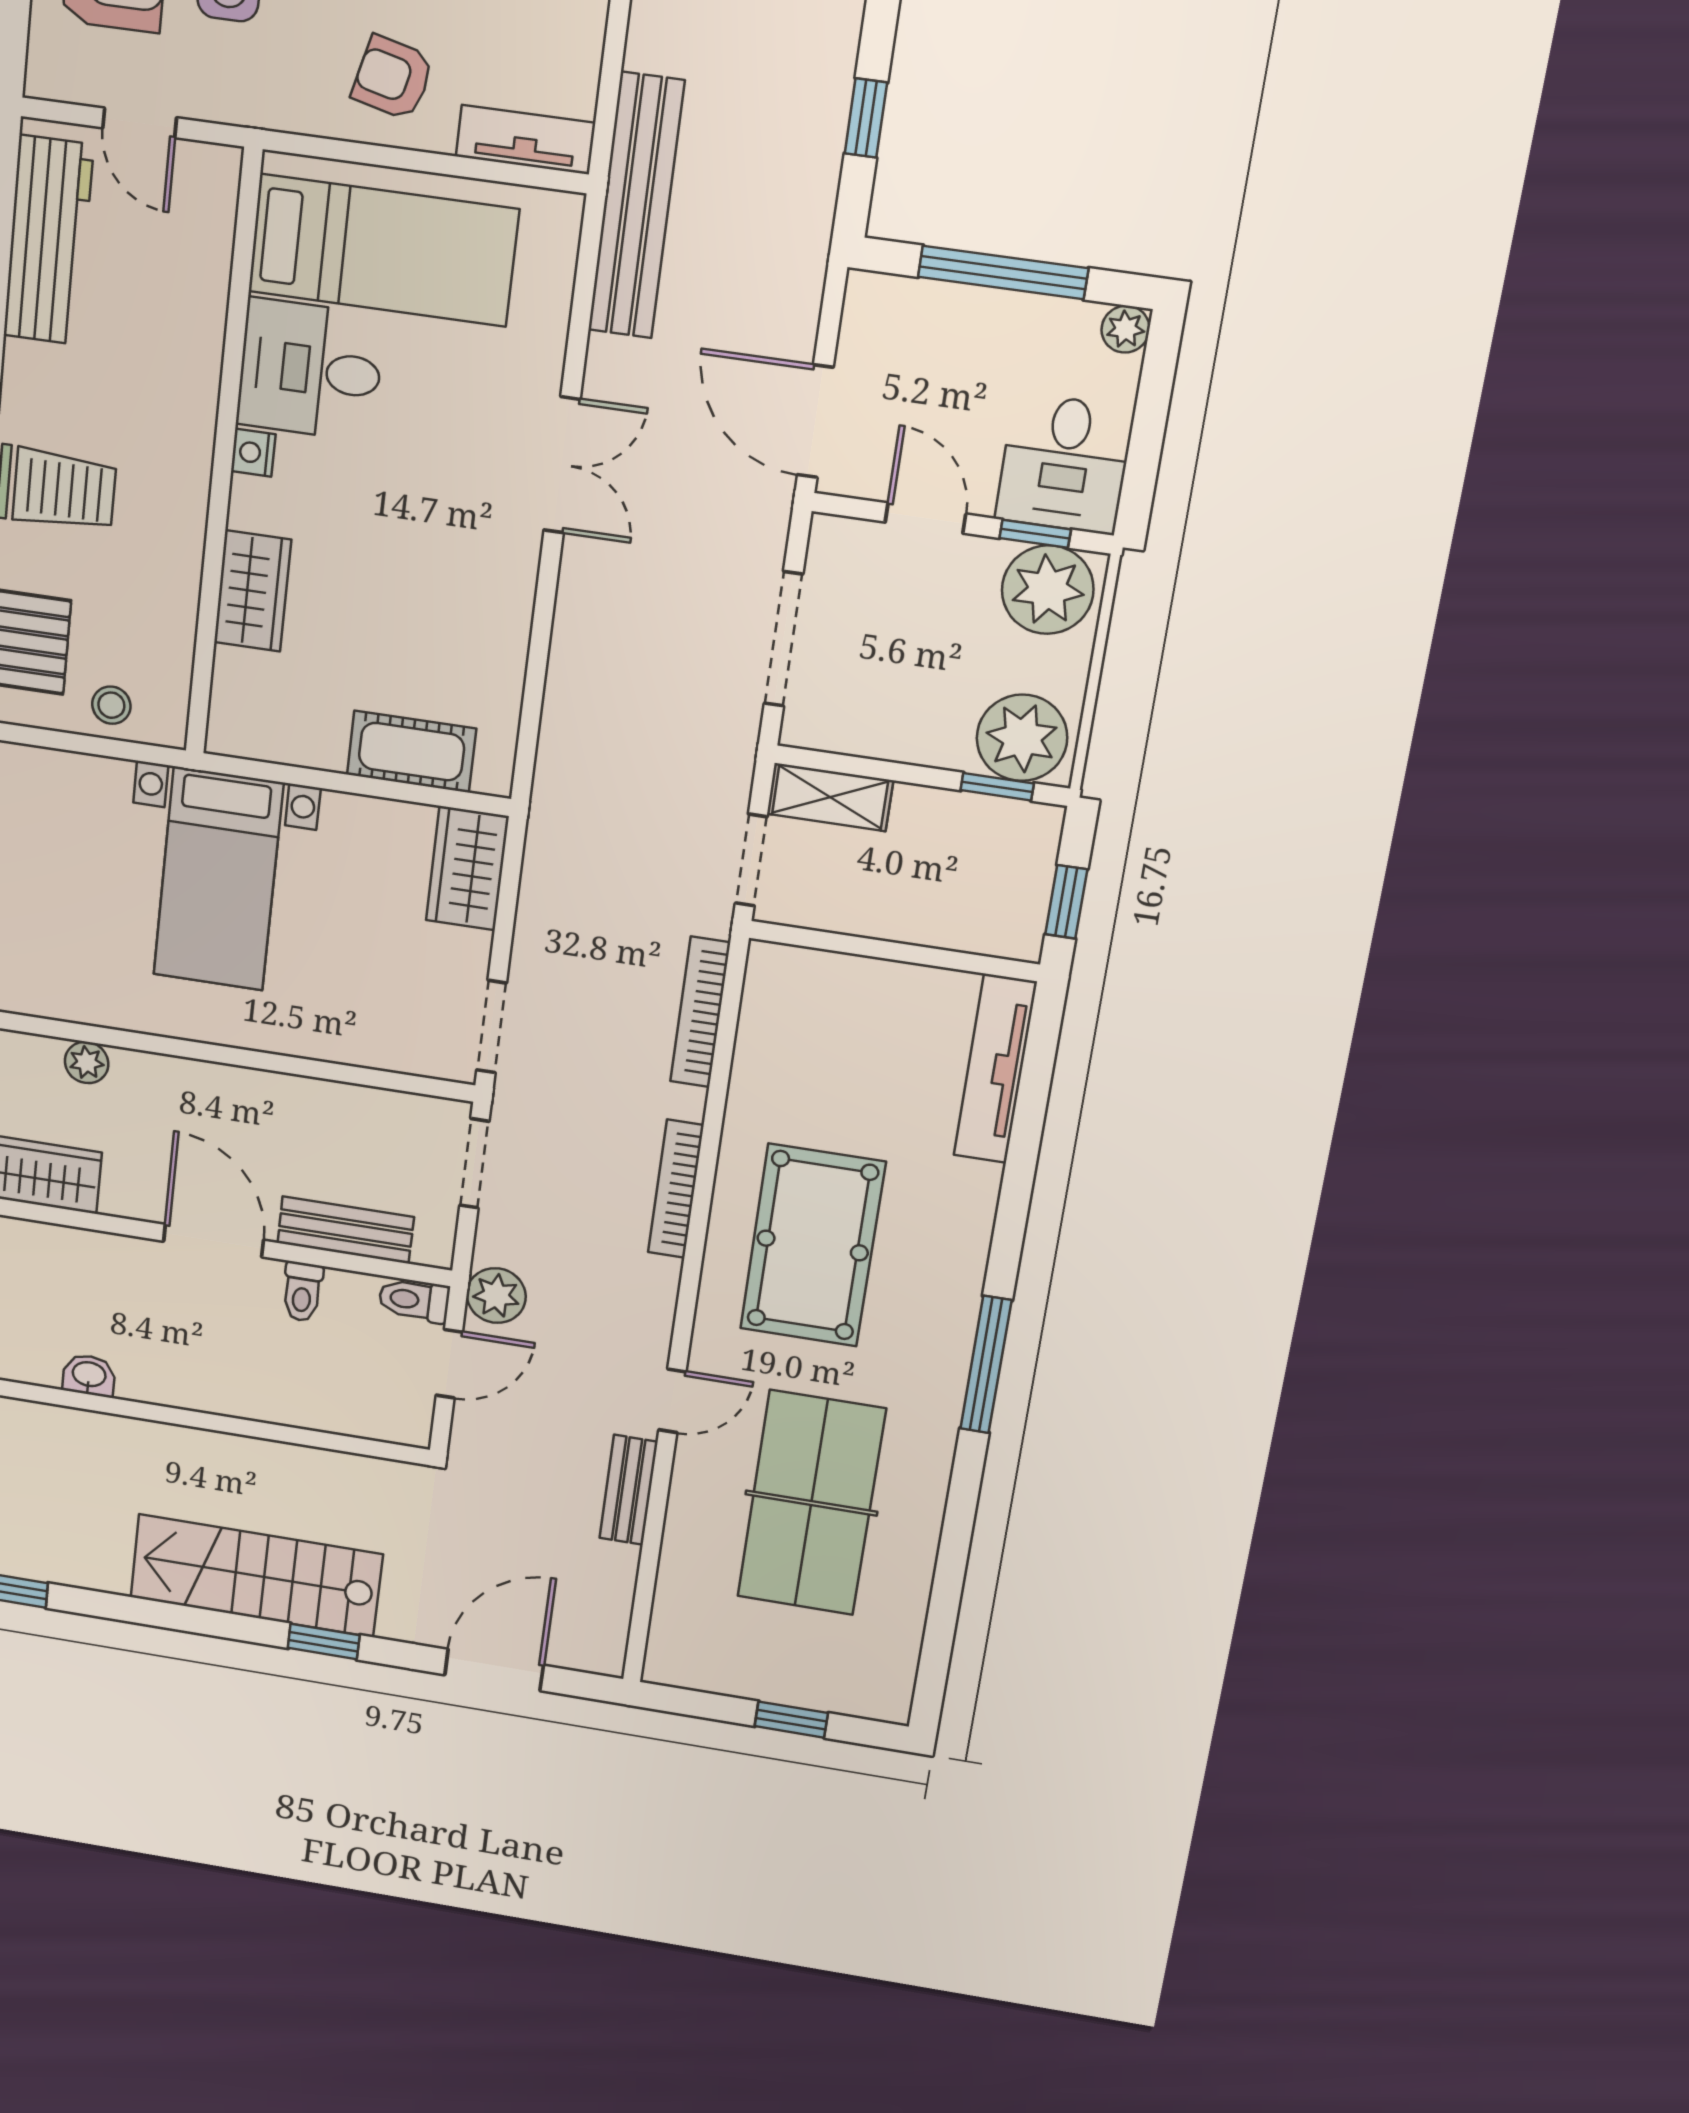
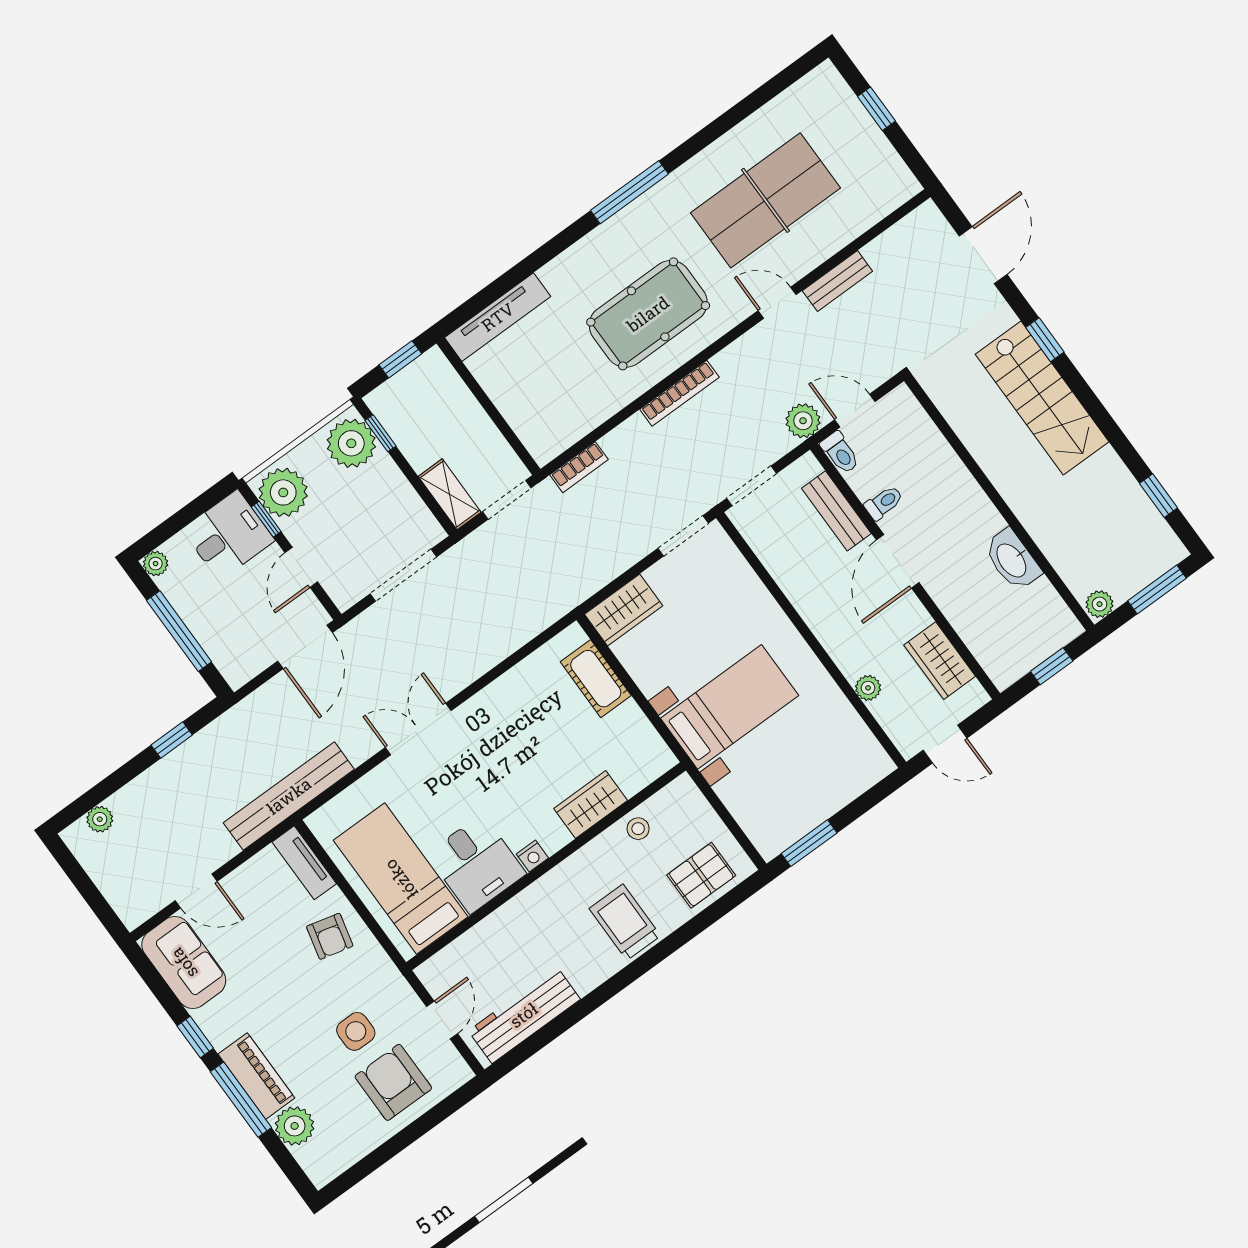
stool: (111, 705) -> (638, 829), moved
bookcase: (700, 1012) -> (579, 467), width x0.64
washbasin: (89, 1375) -> (1012, 560), width x1.91, depth x1.45
door: (494, 1670) -> (983, 255), swing flipped

